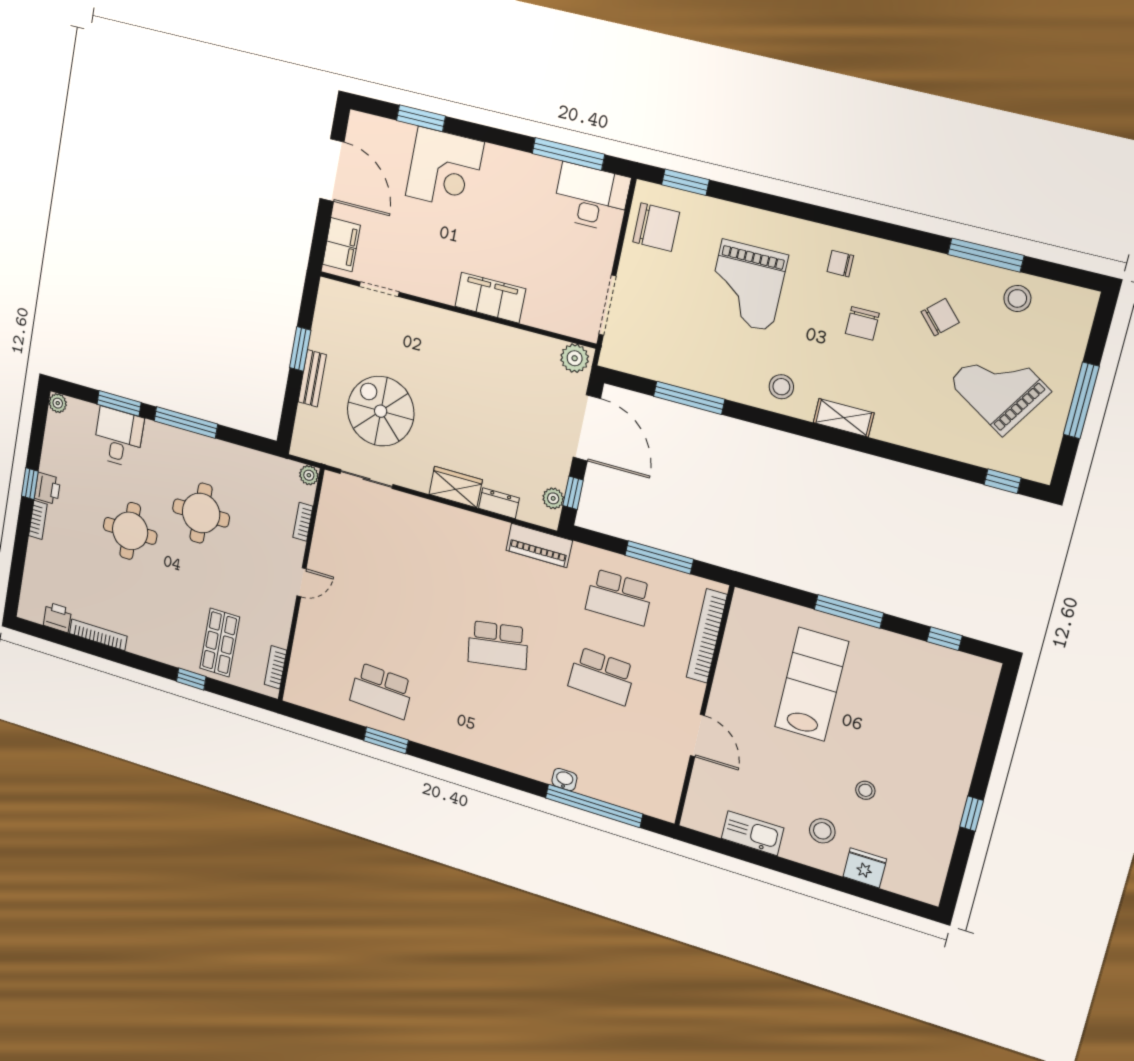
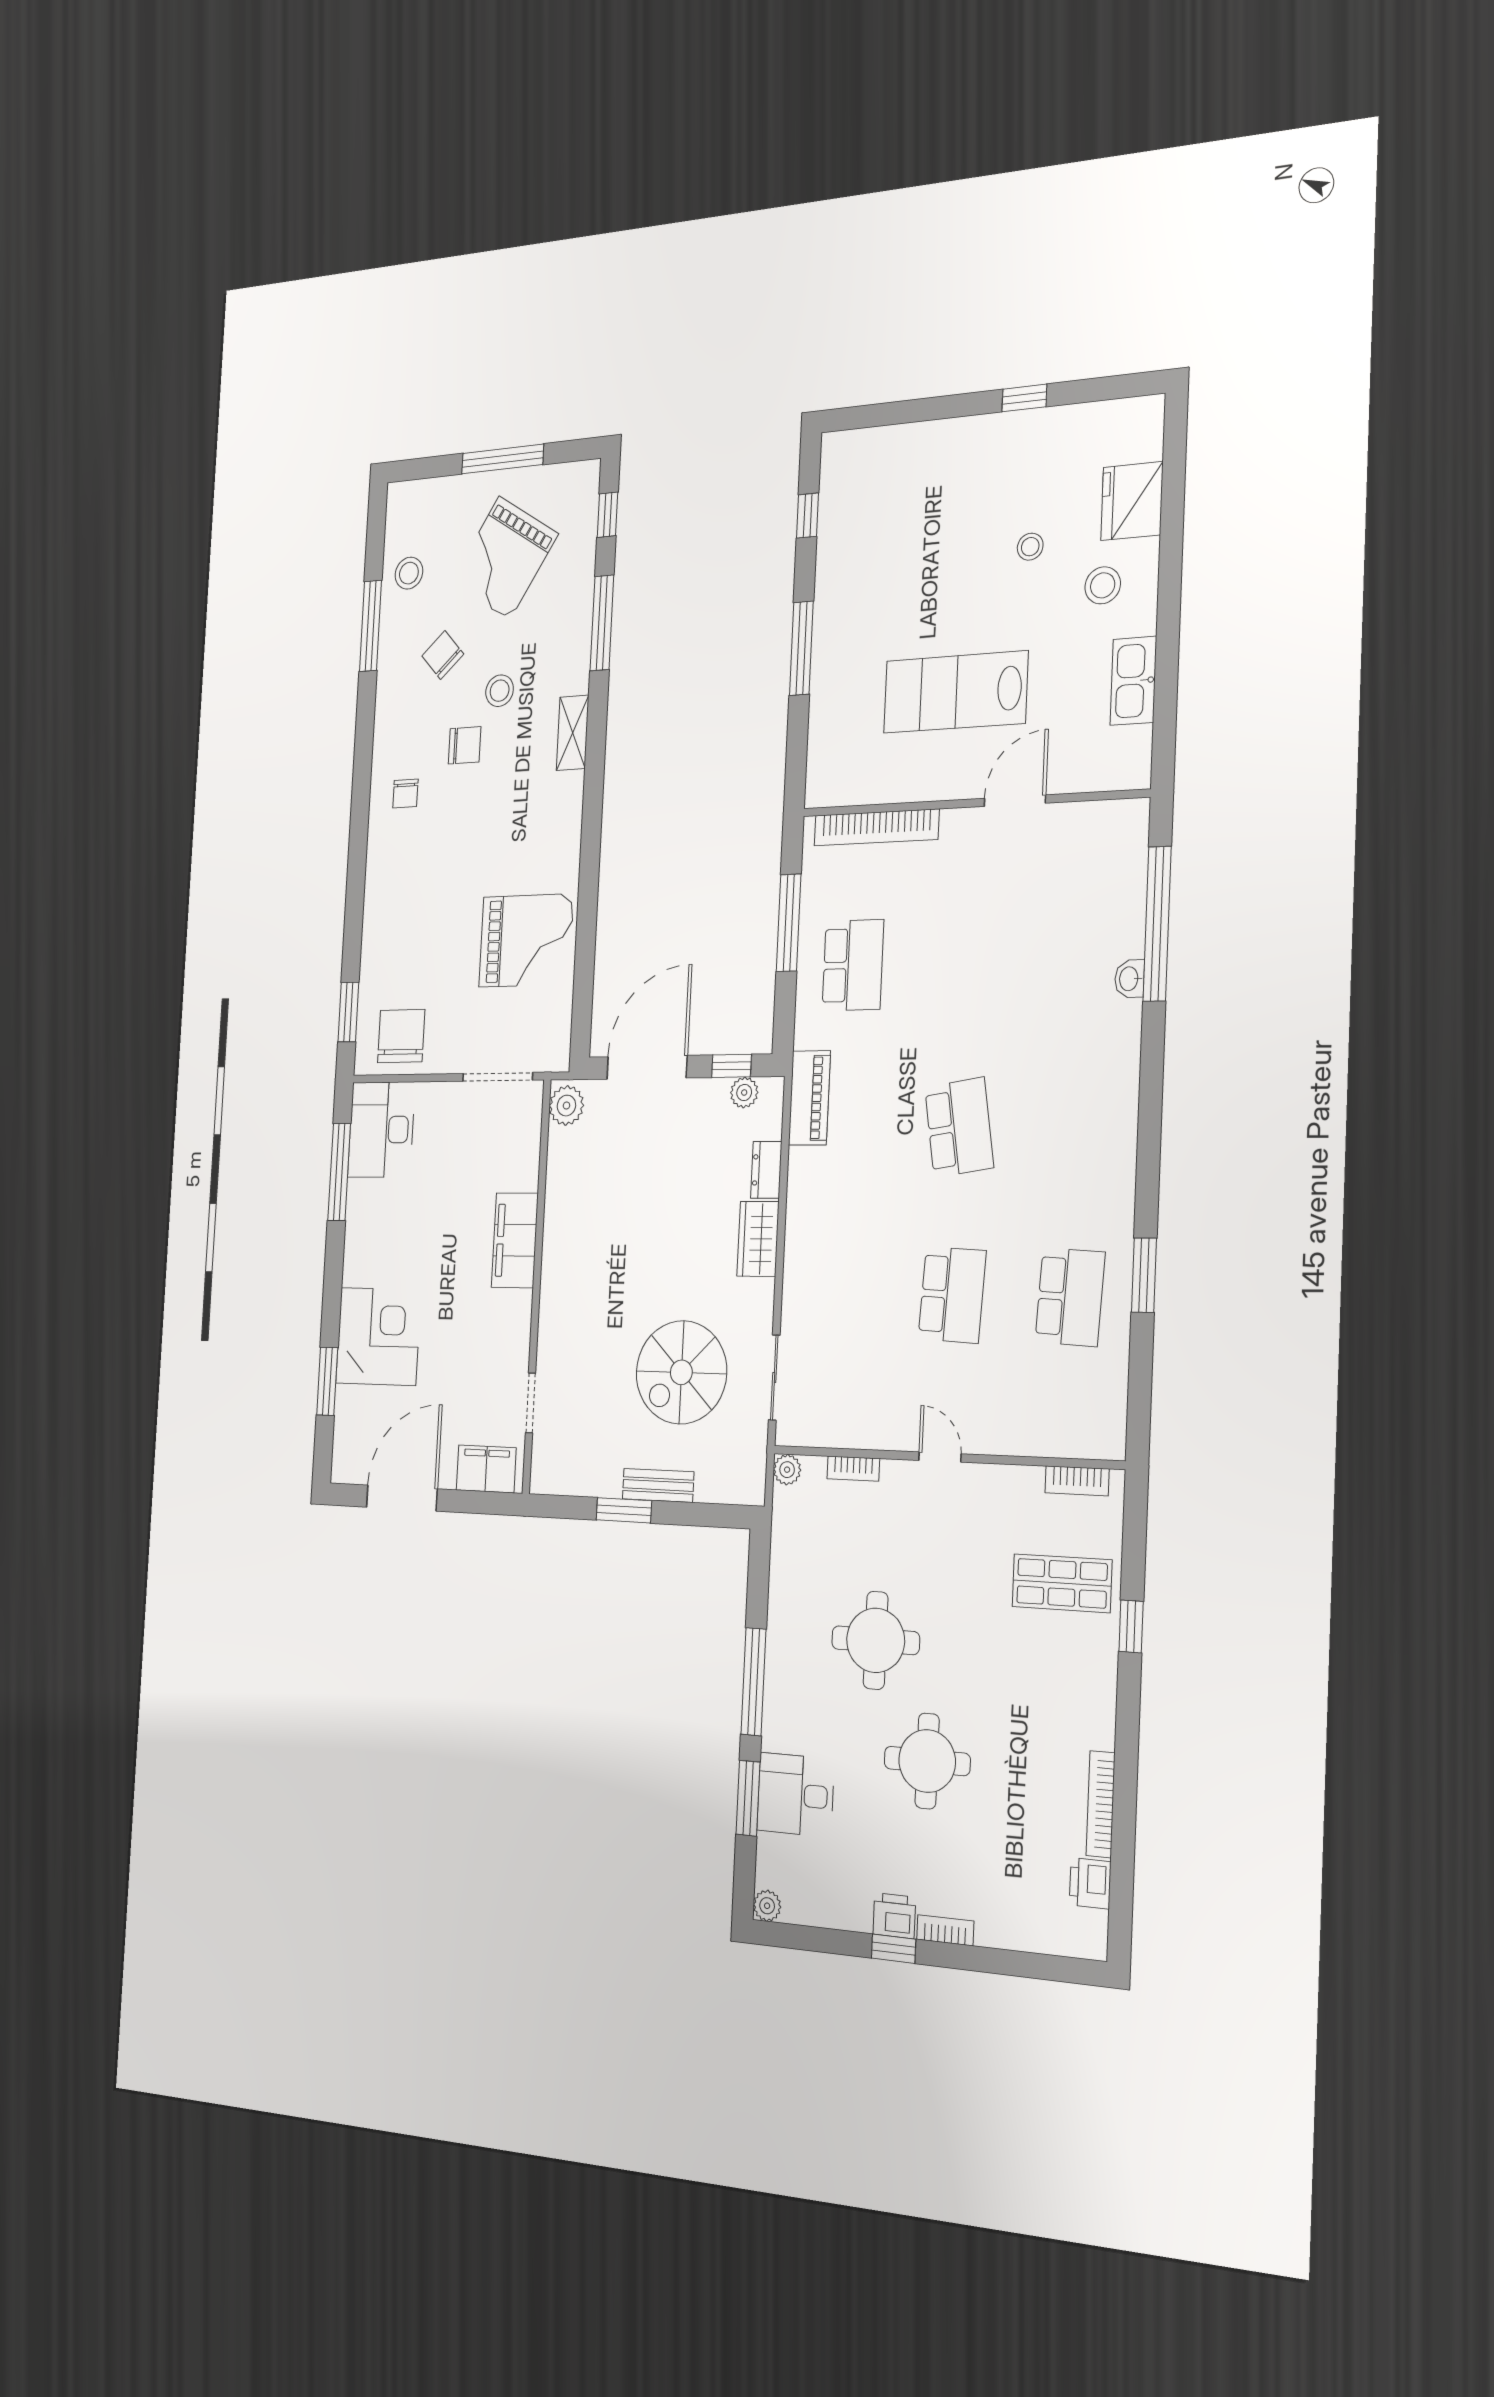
grand piano: (747, 285) -> (526, 941), moved
stool: (781, 387) -> (500, 691), moved
window: (689, 398) -> (602, 623), moved
school desk: (602, 676) -> (952, 1295), moved
lab bench: (812, 684) -> (955, 692), moved
fridge: (865, 868) -> (1132, 501), width x1.36, depth x1.34

